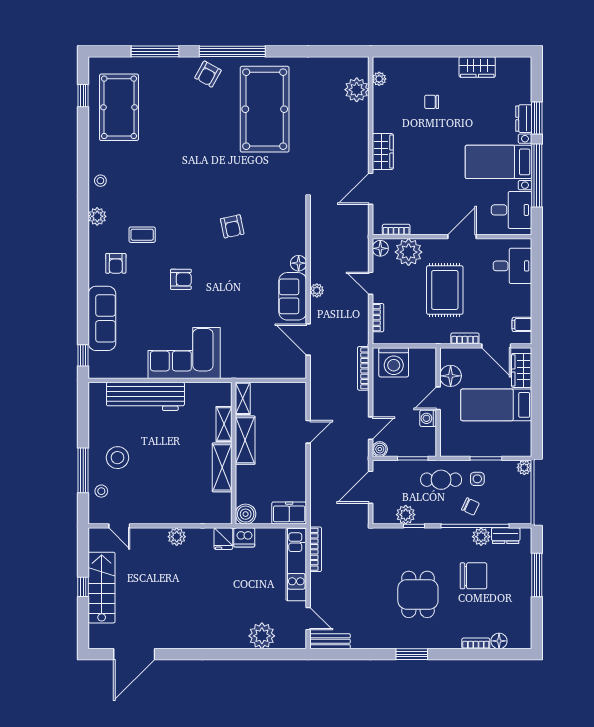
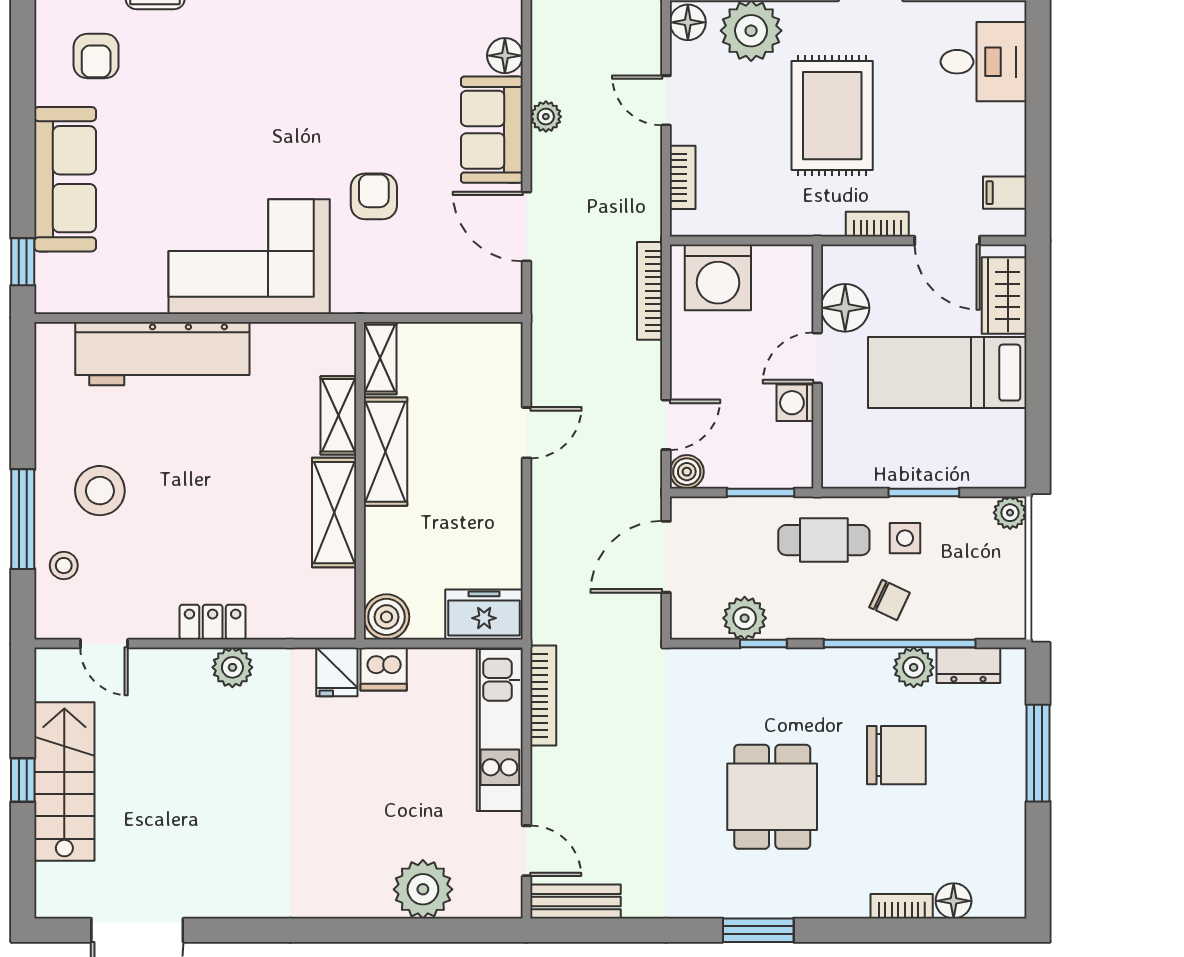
armchair: (181, 279) -> (374, 196), moved, turned -90
locker: (168, 516) -> (213, 622), added

